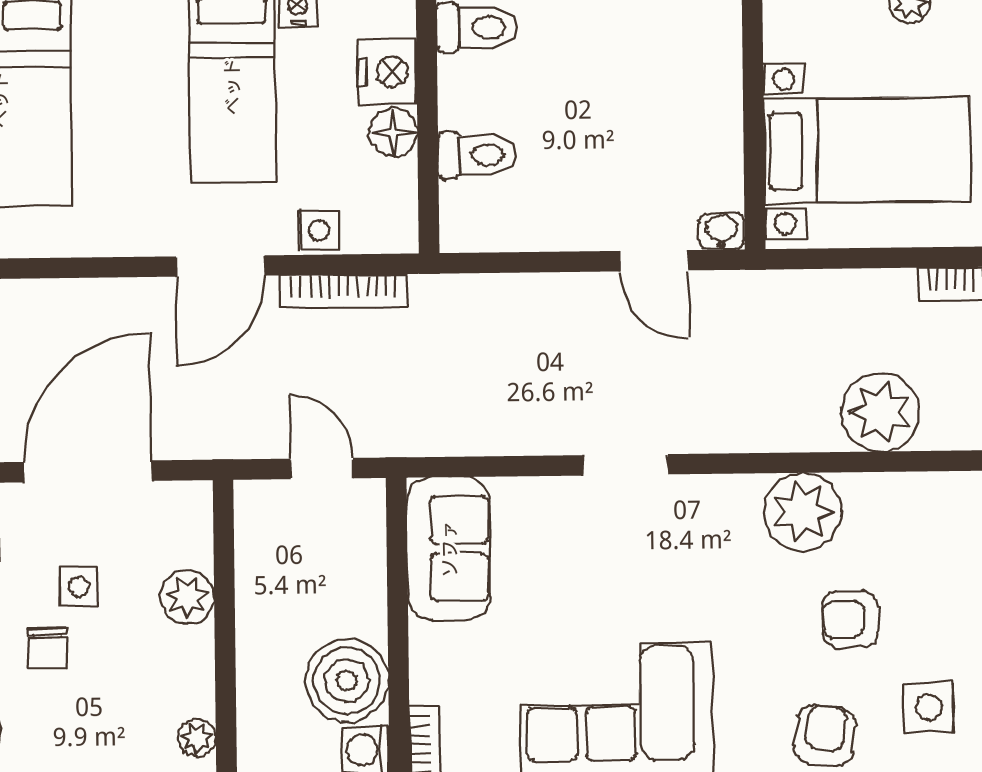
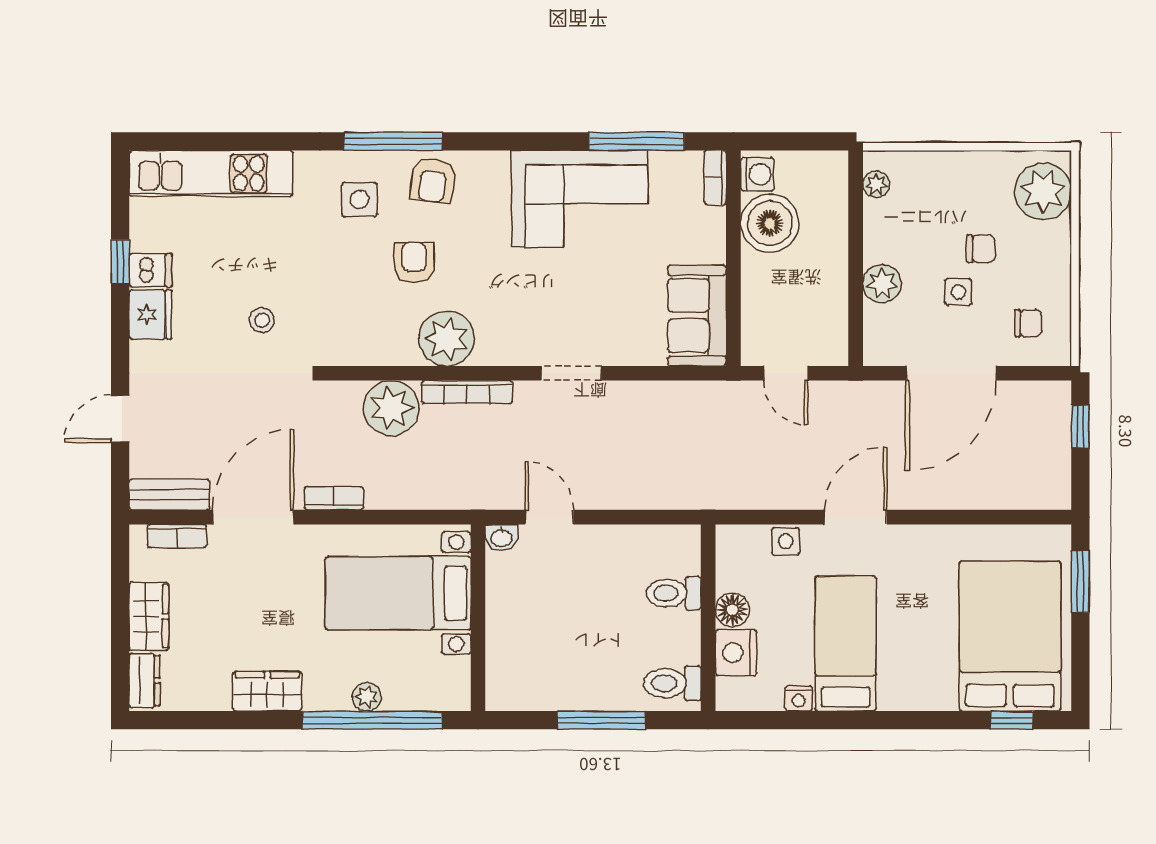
bookcase: (344, 291) -> (467, 392), moved, turned 180
armchair: (850, 619) -> (414, 262), turned -90
chair: (48, 648) -> (981, 249), turned 90

